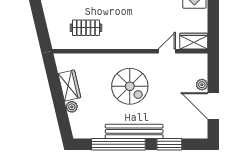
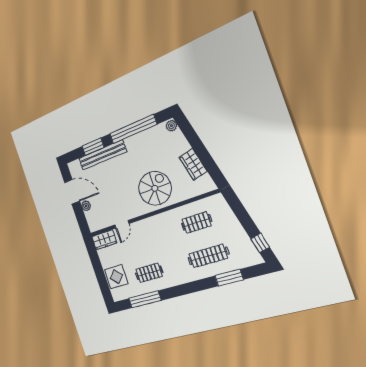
spiral stairs: (130, 86) -> (155, 188), moved, turned 90
plant: (72, 107) -> (171, 126), moved
bench: (134, 131) -> (102, 155), moved

